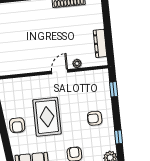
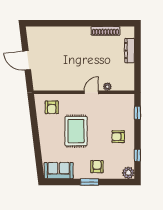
dresser: (100, 43) -> (130, 51), moved
armchair: (17, 125) -> (52, 107), moved

